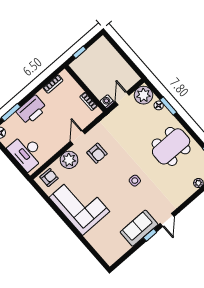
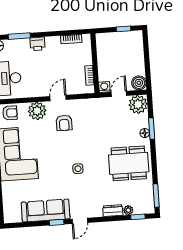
window: (80, 52) -> (124, 29), moved
boiler: (131, 78) -> (139, 83), added
floor lamp: (159, 105) -> (145, 133), moved
printer: (32, 110) -> (37, 44), width x0.53, depth x0.68
dresser: (187, 193) -> (113, 211), added
sofa: (139, 228) -> (46, 211), width x1.36

